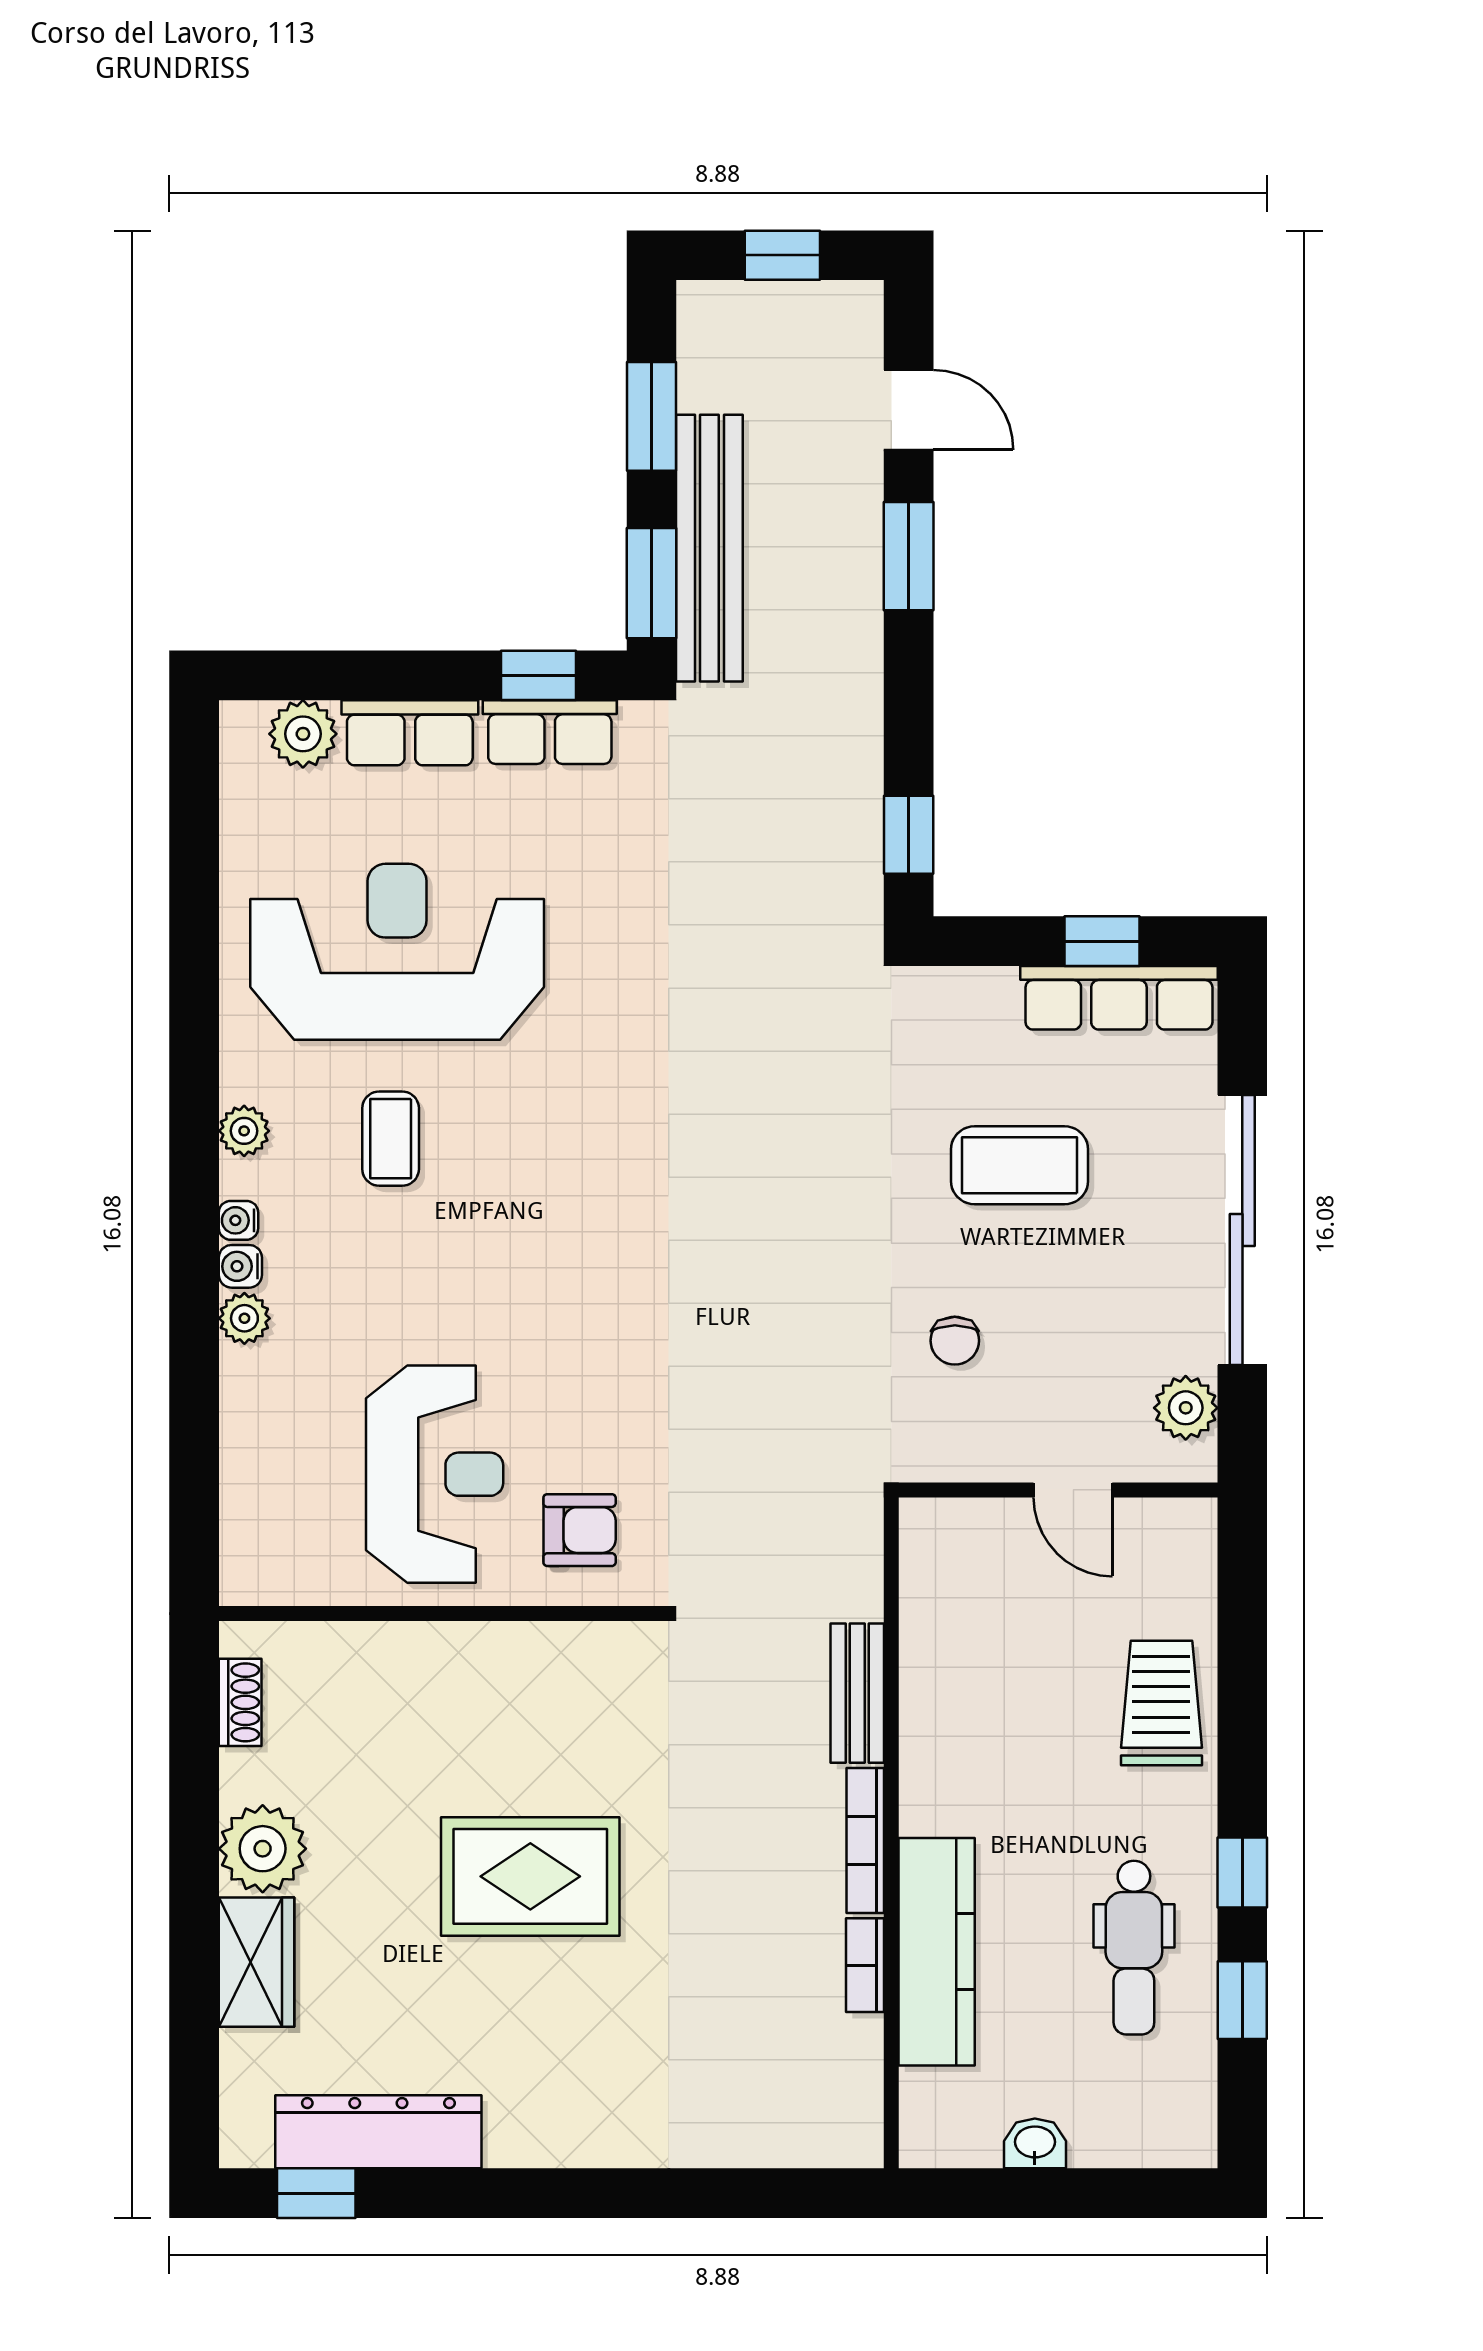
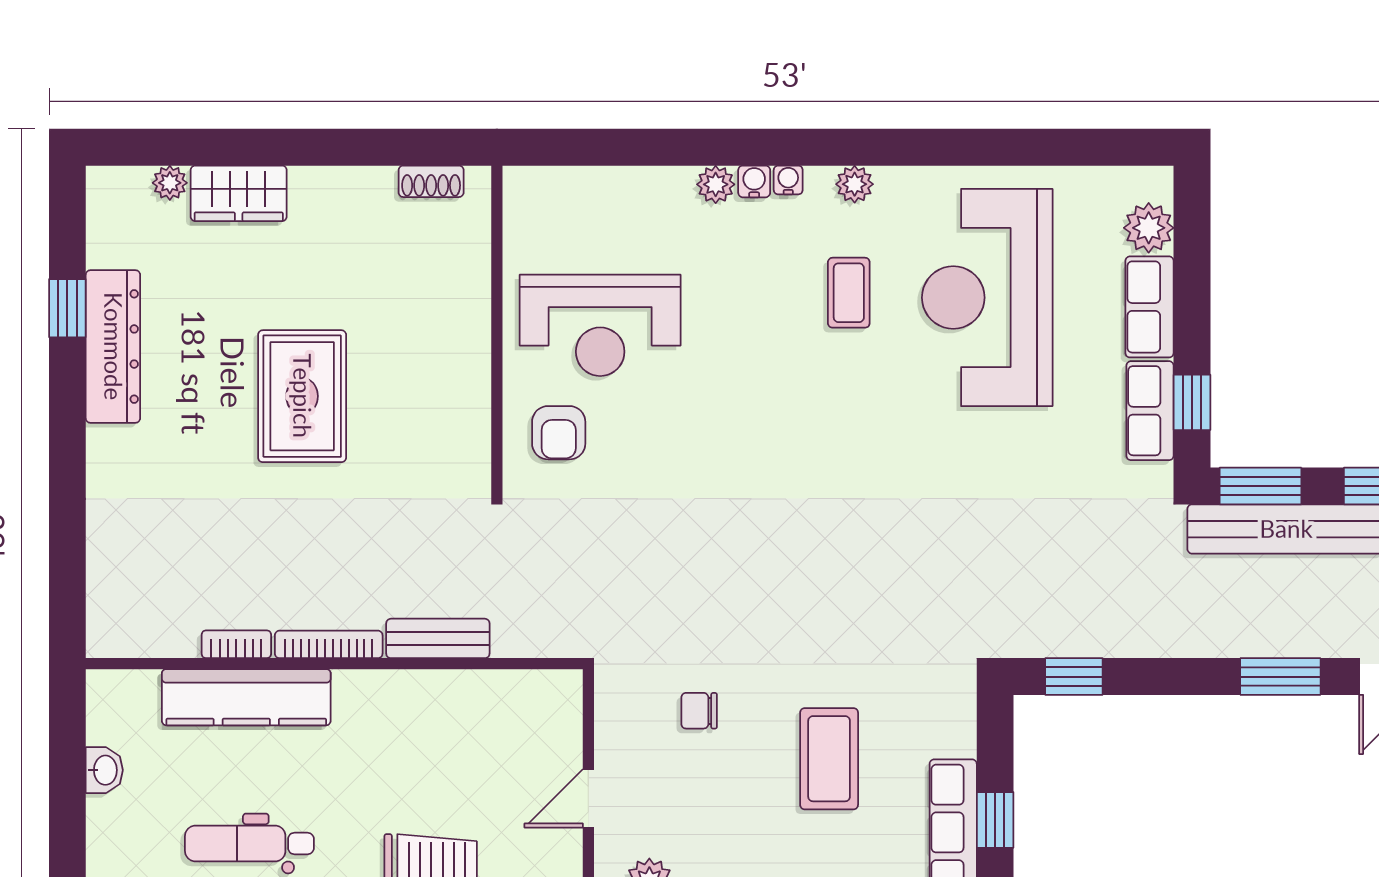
reception desk: (397, 952) -> (987, 298), turned 180
coffee table: (391, 1139) -> (849, 293), turned 90
plant: (263, 1849) -> (170, 183), moved, width x0.53, depth x0.53
dresser: (378, 2132) -> (113, 346), moved
window: (316, 2193) -> (67, 308), moved

